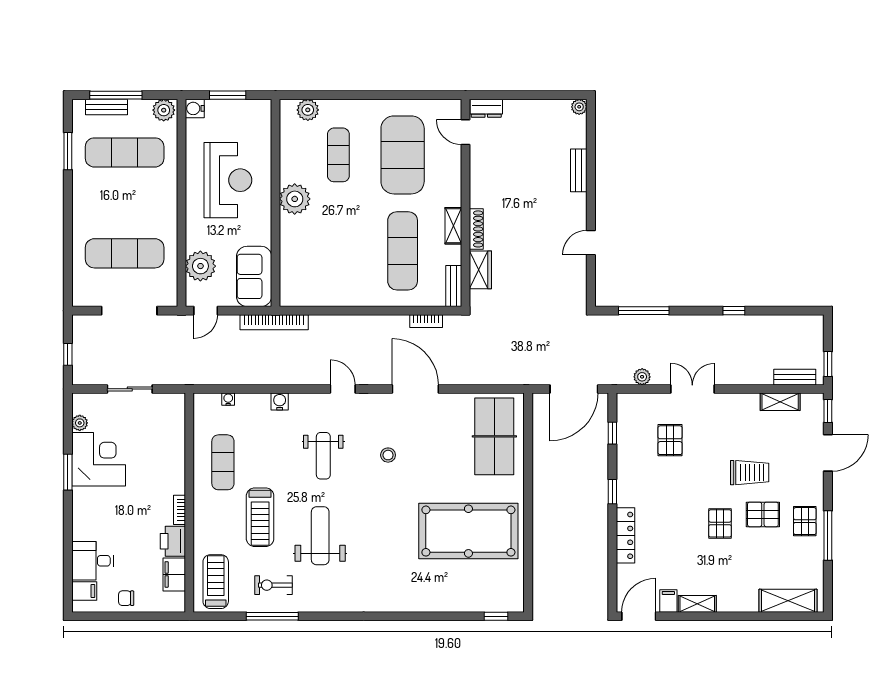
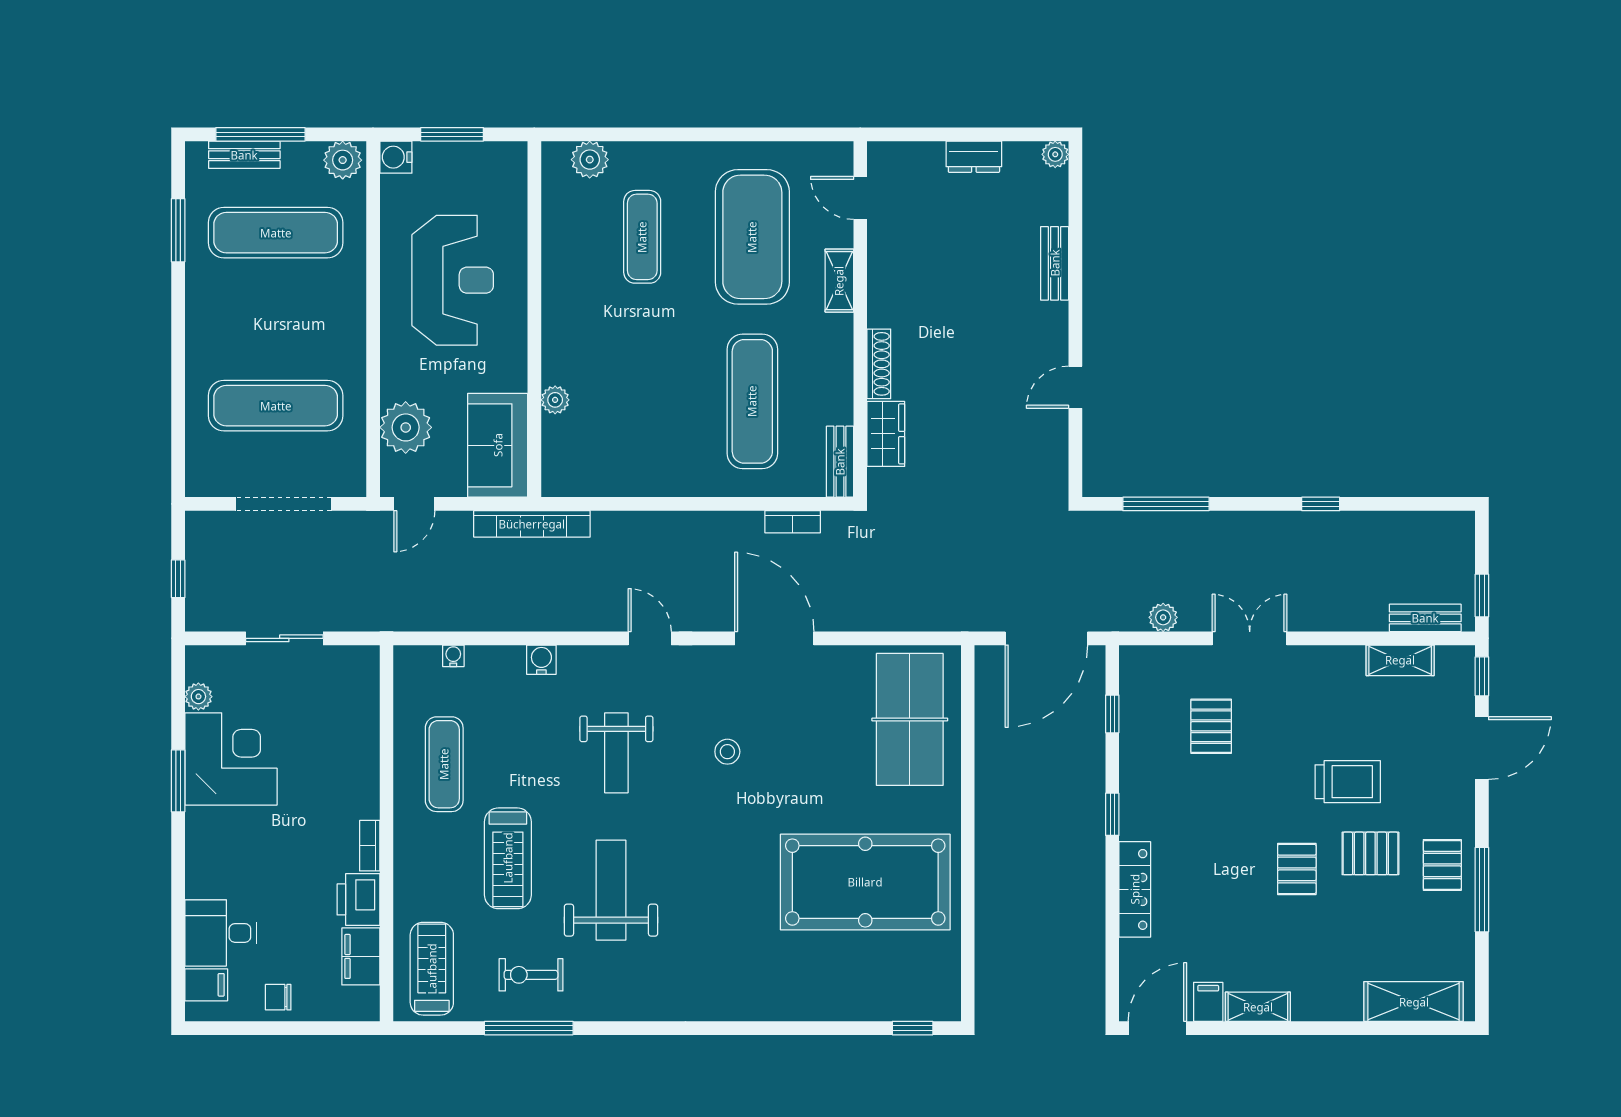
dresser: (486, 108) -> (974, 157), moved
plant: (295, 199) -> (555, 400), moved, width x0.53, depth x0.53
shelving: (453, 226) -> (839, 281), moved

